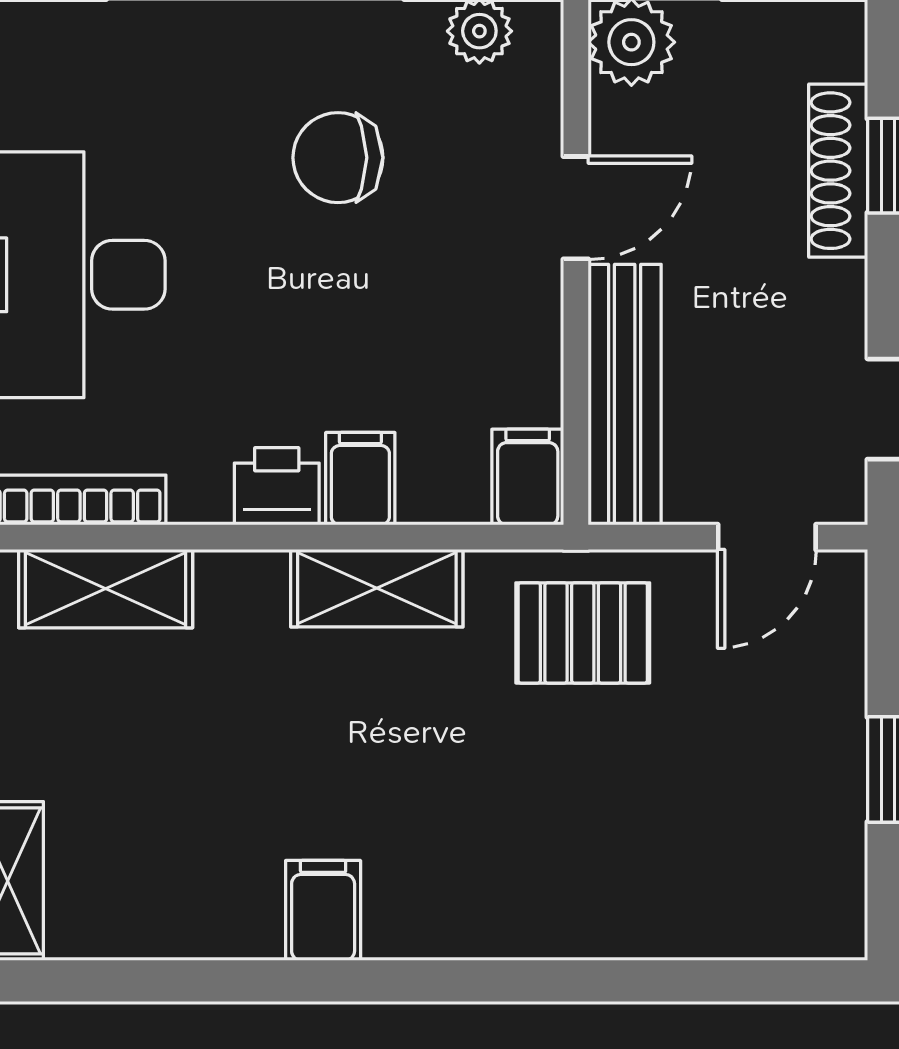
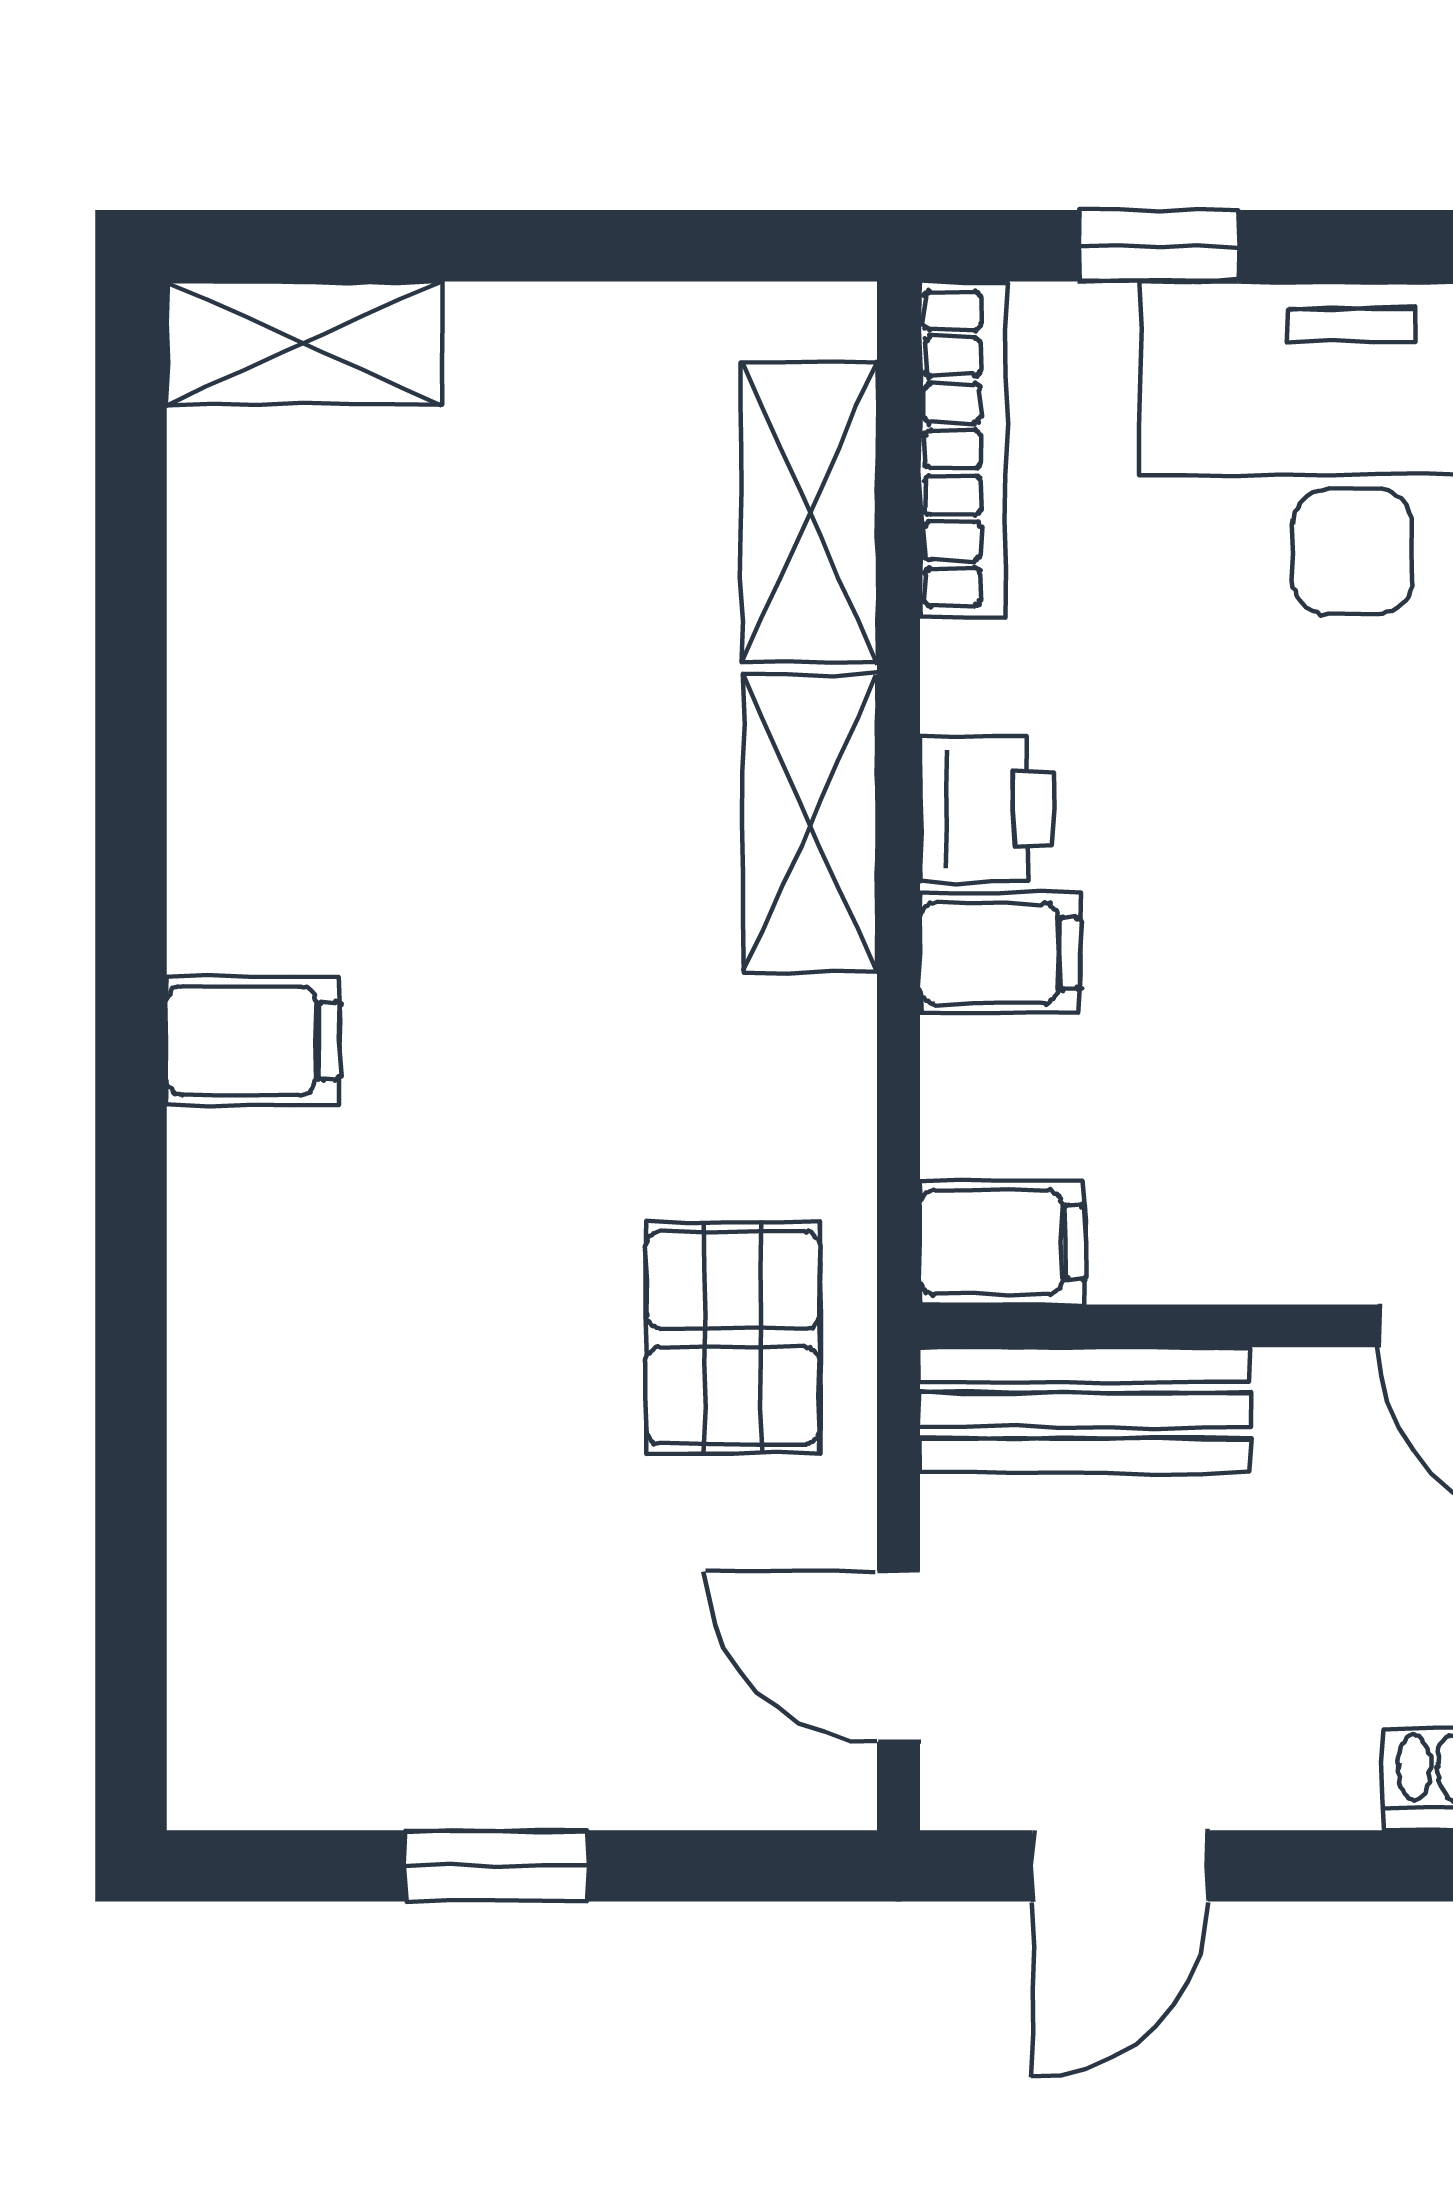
bench: (625, 395) -> (1085, 1410), width x0.73
shelving: (377, 588) -> (810, 824), moved
filing cabinet: (323, 910) -> (253, 1041), moved

